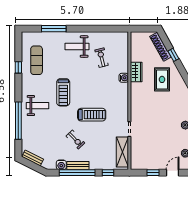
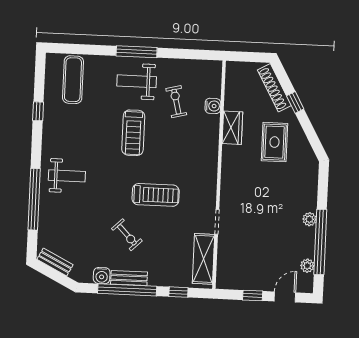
window: (54, 29) -> (137, 52), moved
exercise mat: (37, 60) -> (73, 80), moved
water cooler: (124, 78) -> (213, 106), moved
treadmill: (63, 92) -> (133, 133), moved

